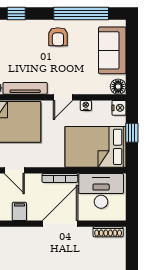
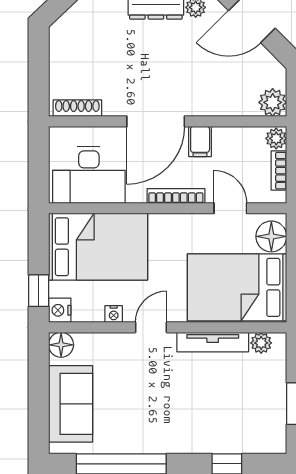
armchair: (58, 37) -> (159, 426), removed
window: (132, 133) -> (39, 291), moved
bookcase: (60, 178) -> (176, 196), moved
filing cabinet: (19, 211) -> (200, 141), moved

